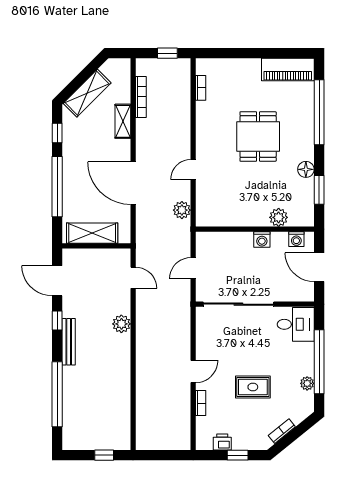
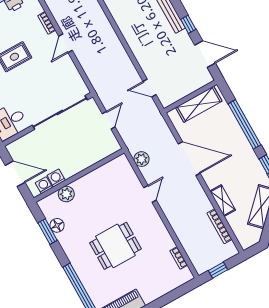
dining table: (258, 137) -> (115, 246), turned 90
floor lamp: (306, 169) -> (57, 225), moved
washing machine: (262, 240) -> (56, 178), moved
plant: (121, 324) -> (139, 49), removed

